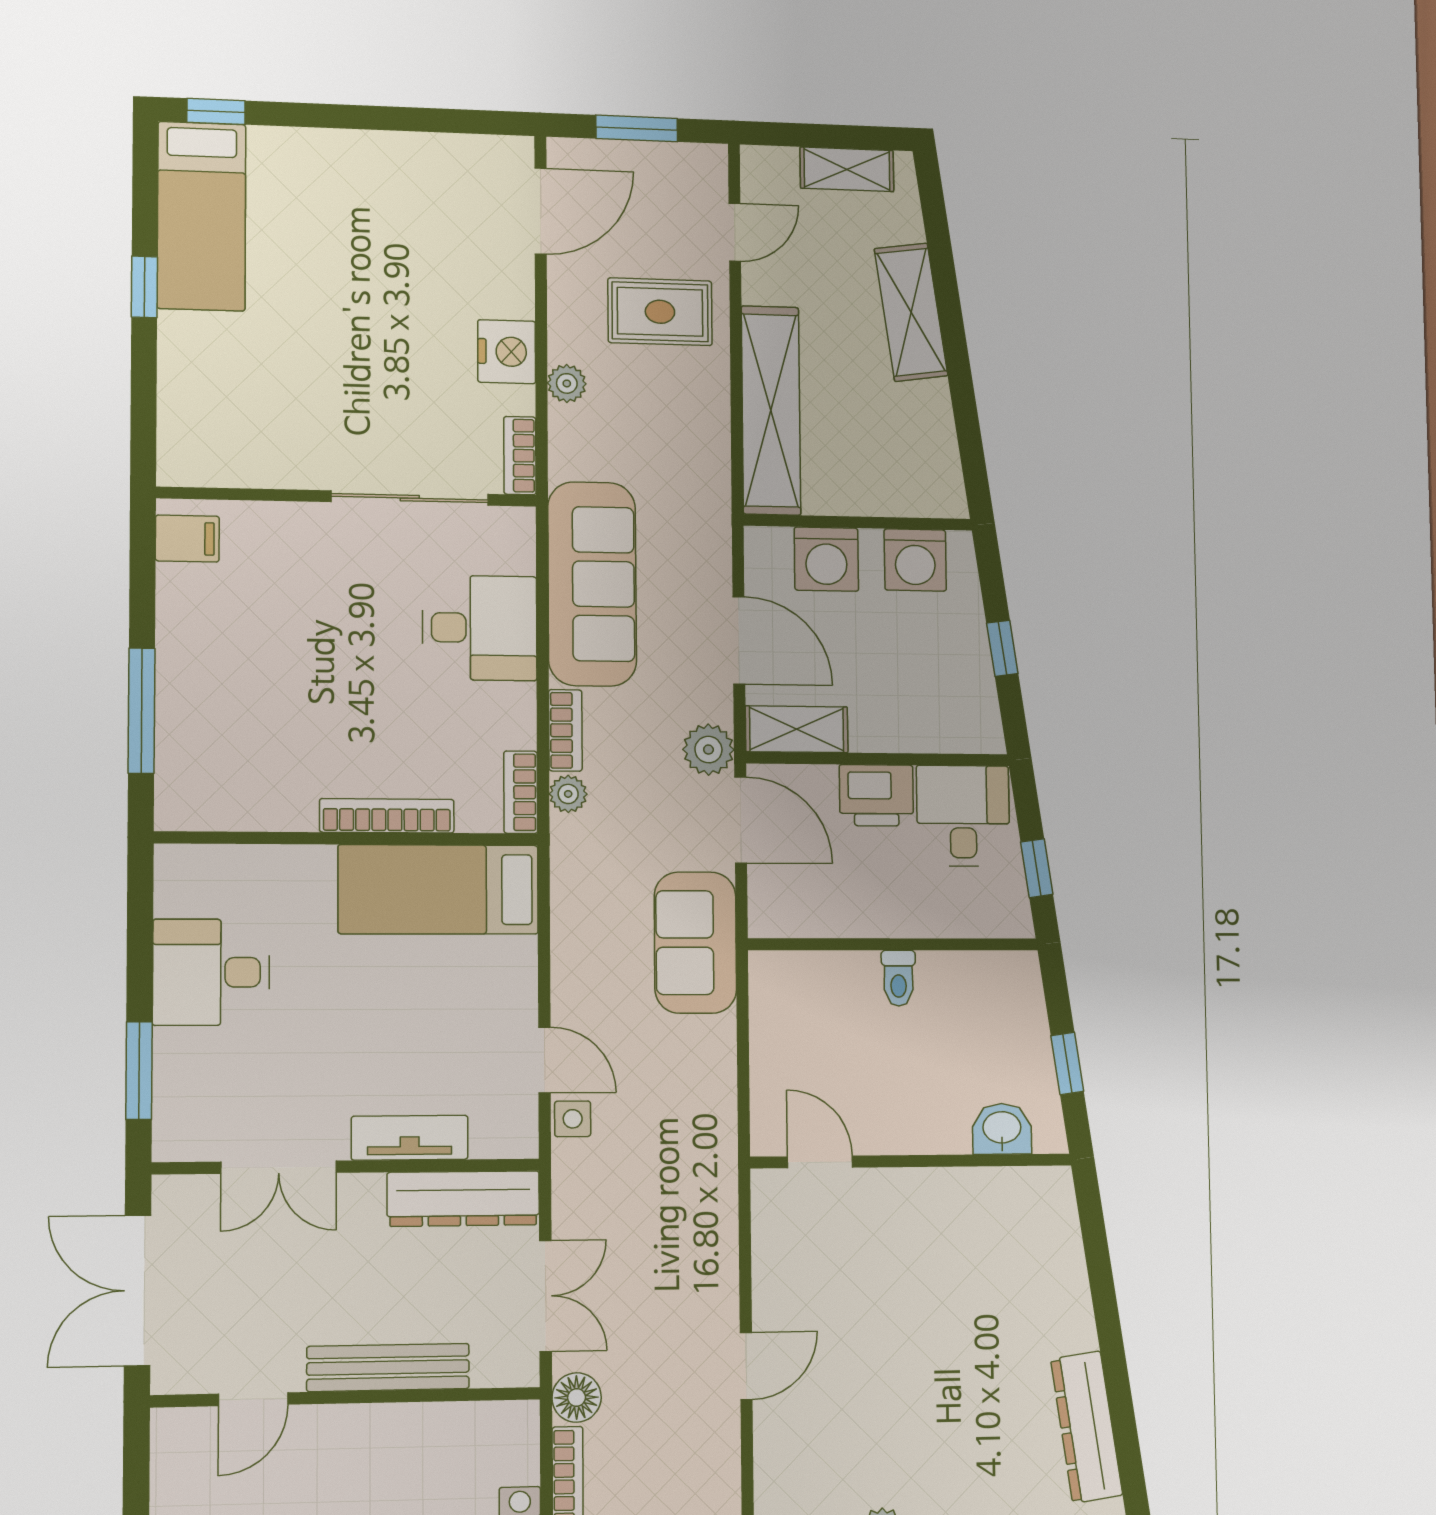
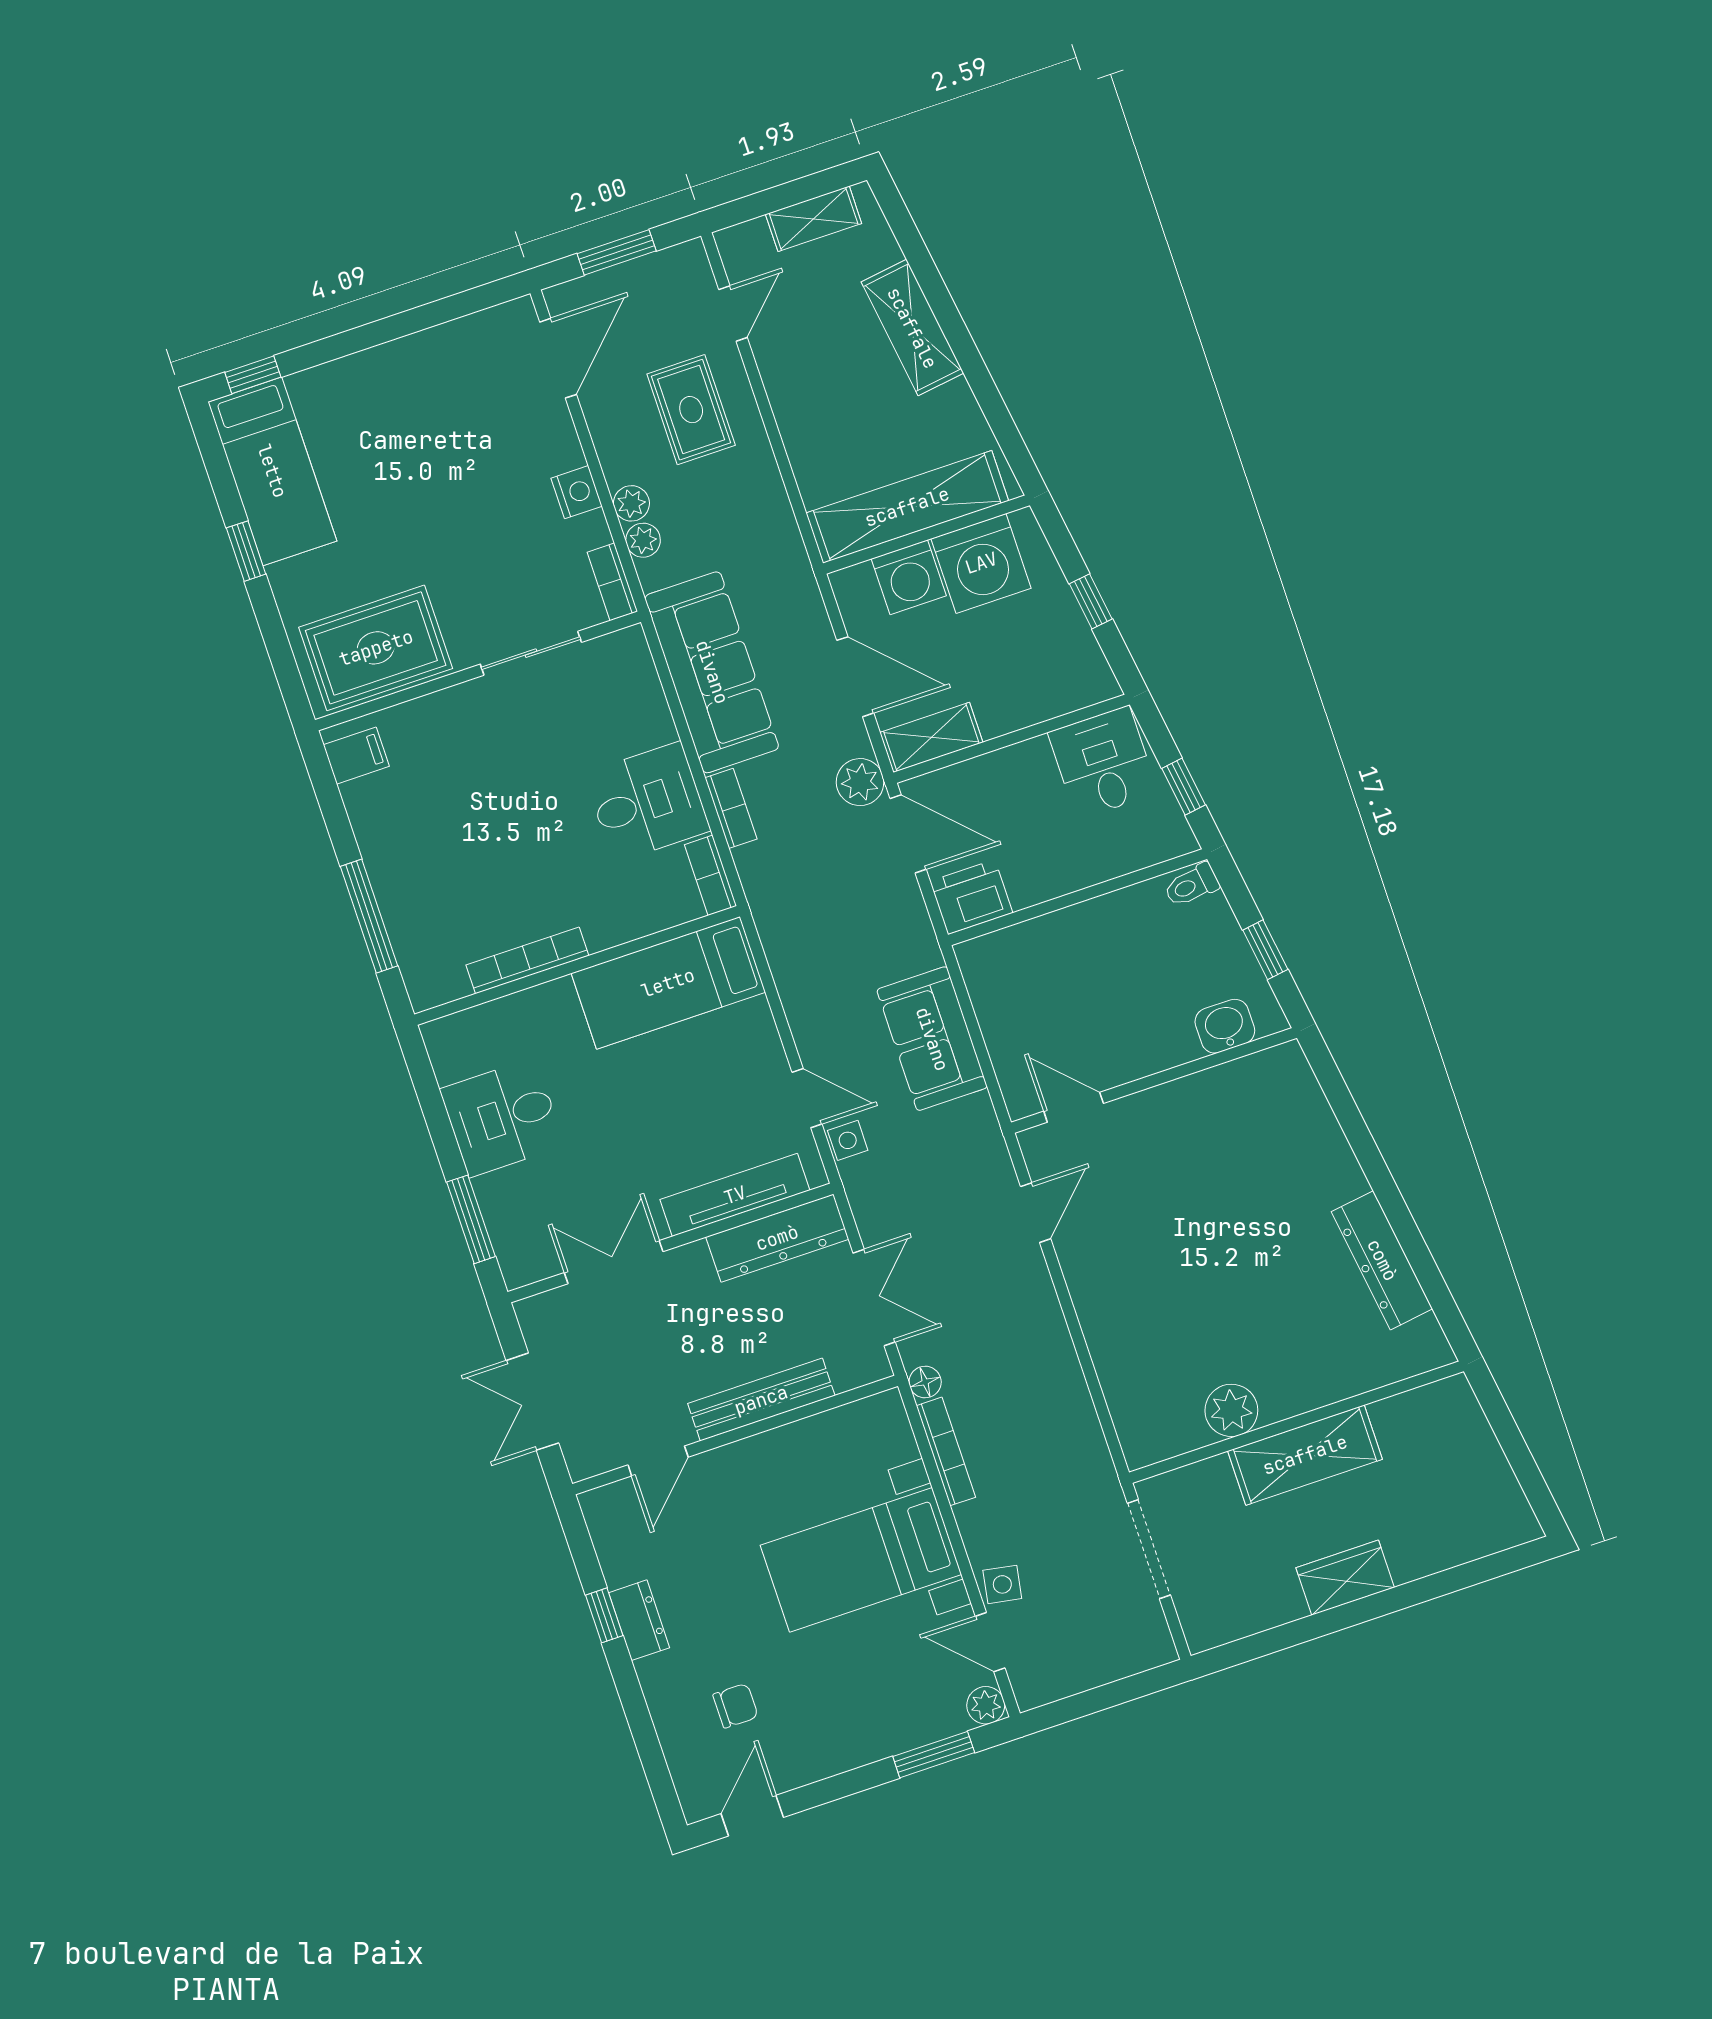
rug: (660, 312) -> (691, 410), turned 90
nightstand: (507, 352) -> (577, 492), width x0.74, depth x0.75
shelving: (771, 410) -> (907, 507), moved, turned 90
rug: (247, 435) -> (376, 648), added
sliding door: (410, 498) -> (531, 653), width x0.73
washing machine: (915, 560) -> (981, 563), width x1.37, depth x1.37
desk: (480, 628) -> (647, 802), moved
plant: (568, 794) -> (643, 540), moved
printer: (876, 795) -> (971, 897), moved, turned 180
bookcase: (387, 816) -> (527, 960), moved
sofa: (695, 943) -> (932, 1039), moved
toilet: (898, 978) -> (1192, 885), moved, turned 82
tv unit: (410, 1138) -> (735, 1195), width x1.41
double door: (279, 1167) -> (614, 1262), swing flipped
double door: (138, 1291) -> (532, 1402), width x0.73
door: (746, 1366) -> (1036, 1213), moved
floor lamp: (577, 1398) -> (925, 1382), width x0.73, depth x0.73

